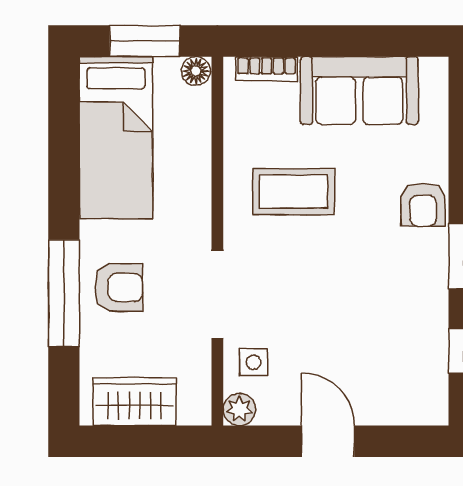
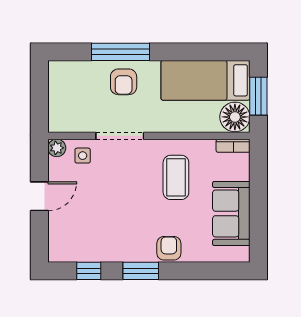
bookcase: (267, 69) -> (233, 146), moved, turned -90
floor lamp: (196, 71) -> (235, 117), width x1.89, depth x1.89
armchair: (423, 205) -> (169, 248), turned 90
wardrobe: (135, 402) -> (61, 91), removed

